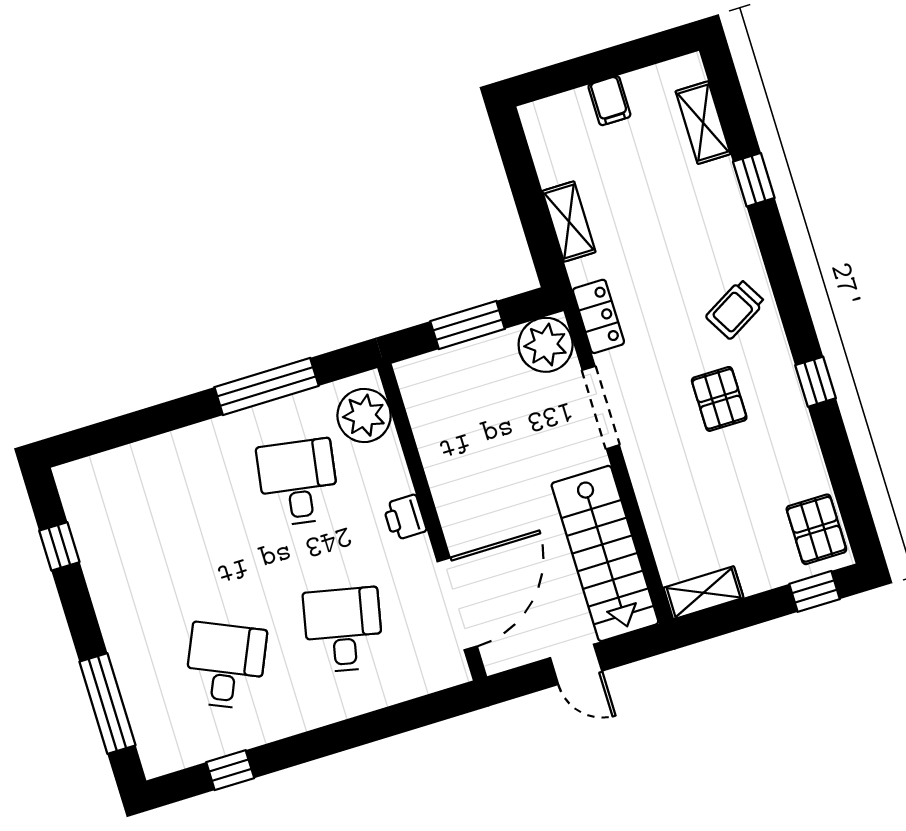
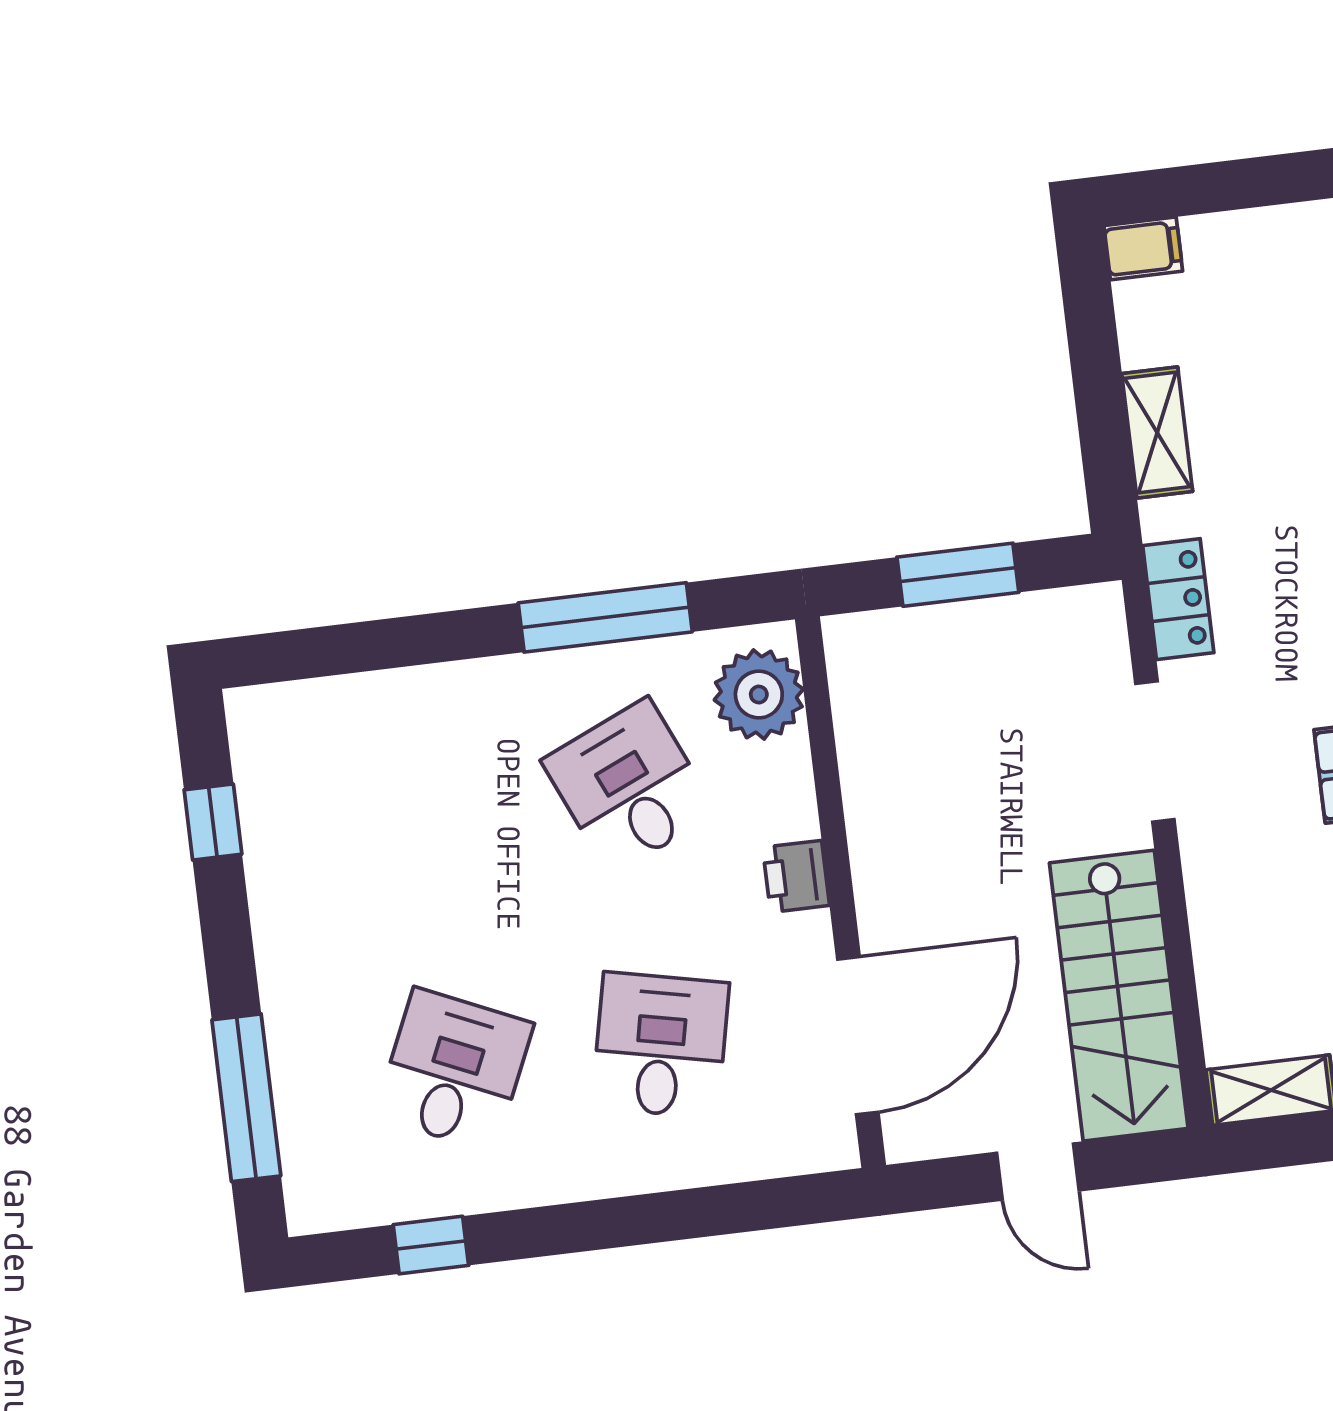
filing cabinet: (609, 101) -> (1143, 248), moved, turned -90
plant: (546, 345) -> (1082, 631), removed
desk: (298, 483) -> (629, 787), turned -33

